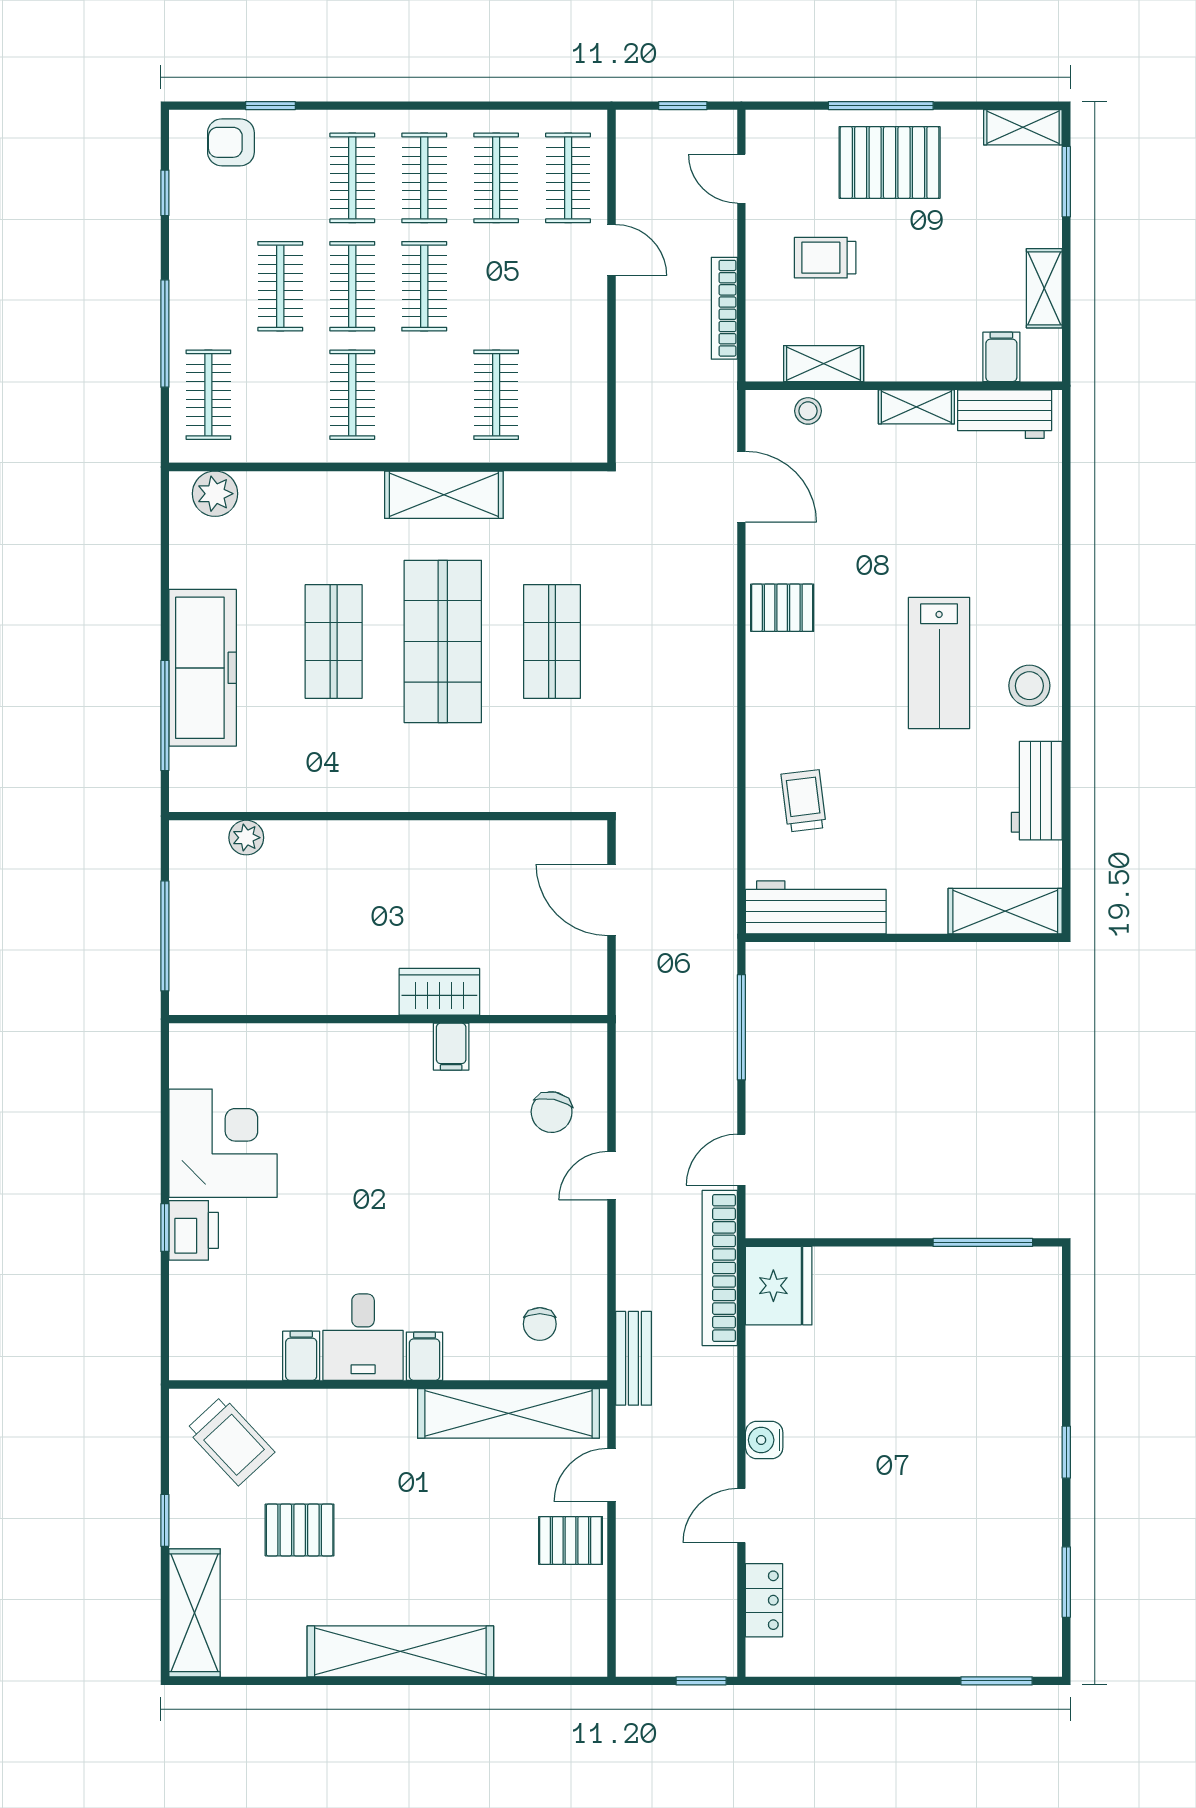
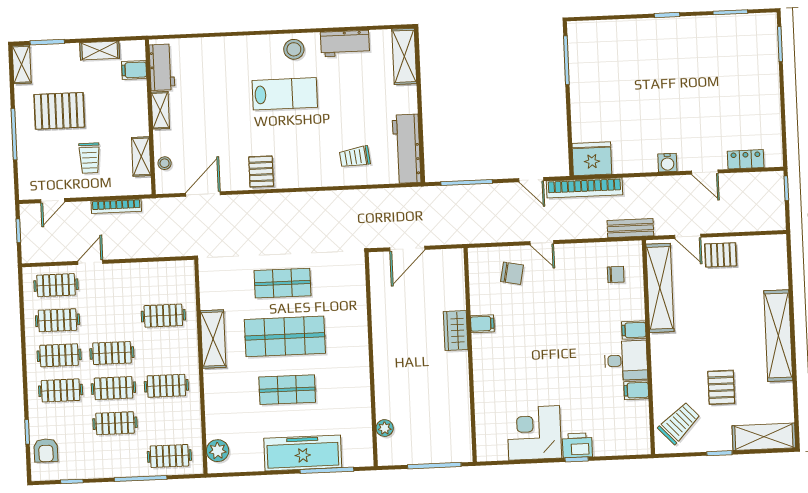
pallet: (890, 163) -> (59, 111), moved, turned 90
pallet: (571, 1540) -> (721, 255), turned 90

